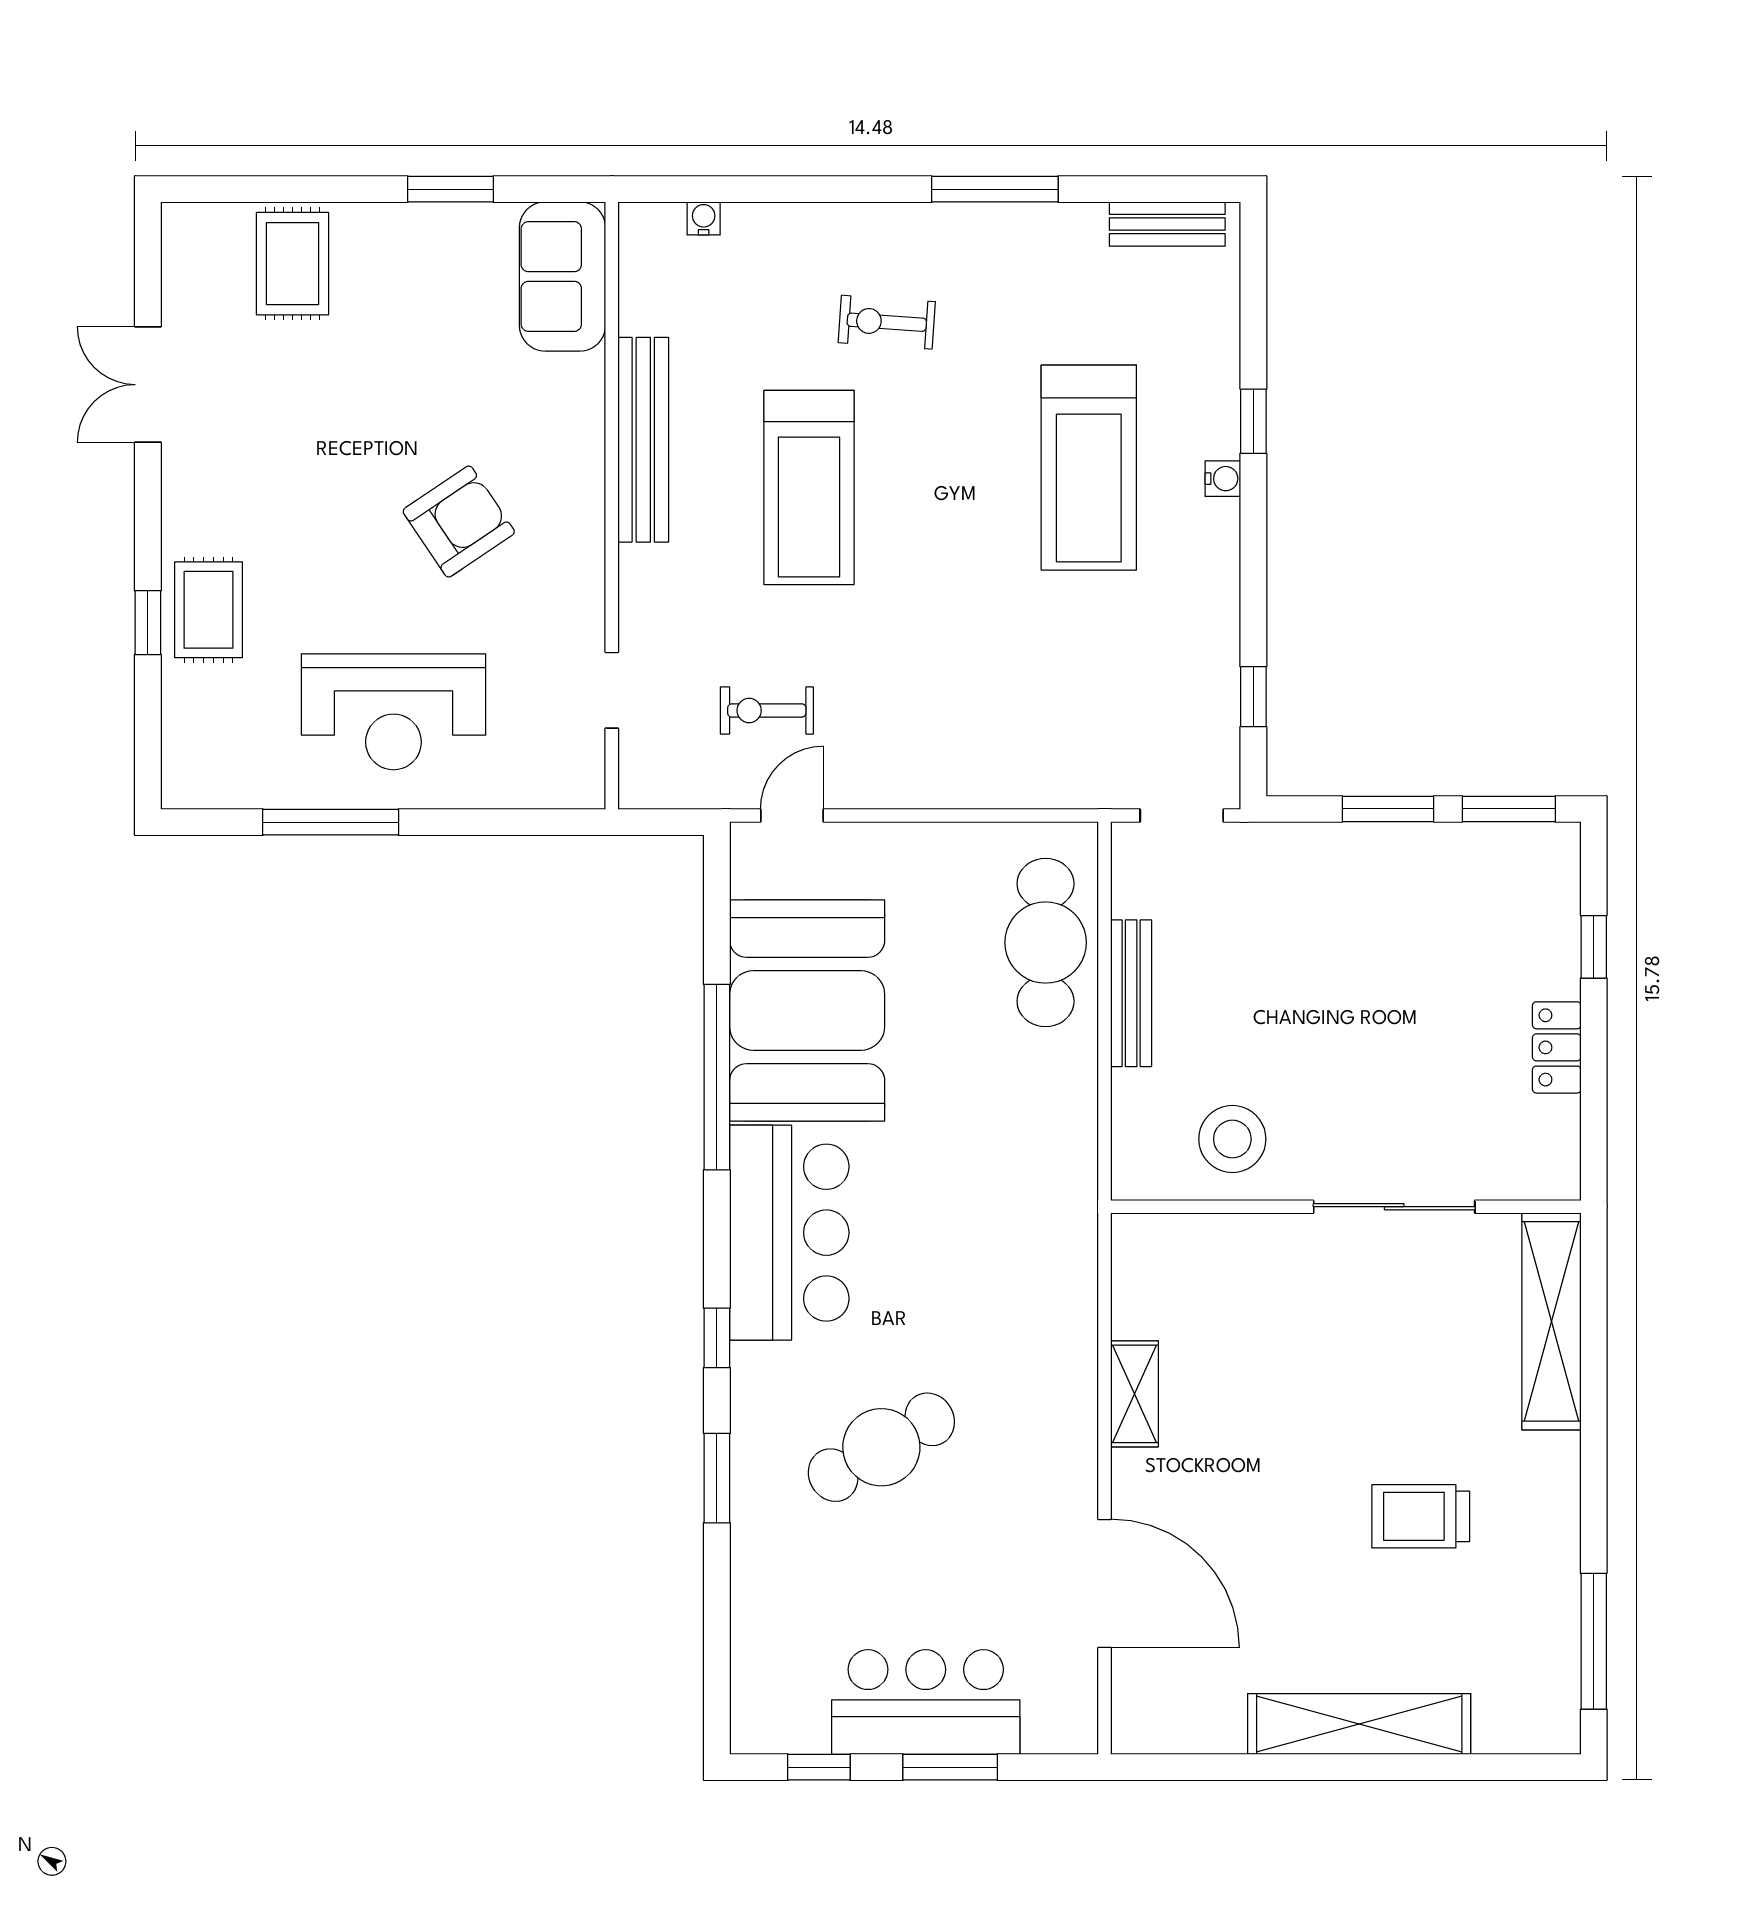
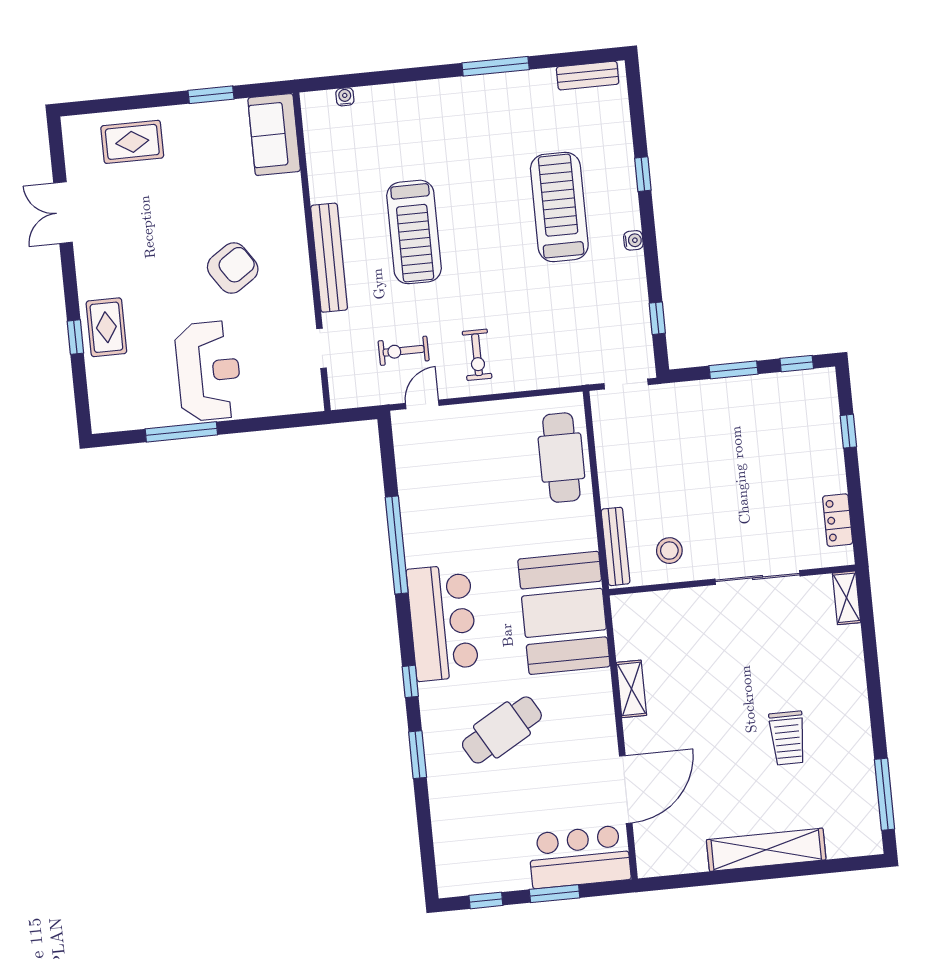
rug: (292, 264) -> (132, 142), turned 90
exercise bike: (887, 322) -> (477, 355), moved, turned -94
bench: (643, 440) -> (329, 258), moved
treadmill: (1089, 468) -> (559, 207), turned 180
water cooler: (1223, 479) -> (633, 240), moved
reception desk: (393, 712) -> (208, 371), turned -90
window: (1509, 809) -> (797, 364), width x0.67
bench: (1131, 993) -> (616, 546), moved
booth: (807, 1010) -> (564, 613), moved
locker: (1557, 1047) -> (838, 520), moved
stool: (1232, 1139) -> (669, 551), width x0.73, depth x0.73
shelving: (1551, 1321) -> (846, 598), width x0.45, depth x0.75
trolley: (1421, 1516) -> (788, 738), turned -90
door: (1105, 1583) -> (626, 790), hinge flipped
bar counter: (926, 1702) -> (579, 857), moved

